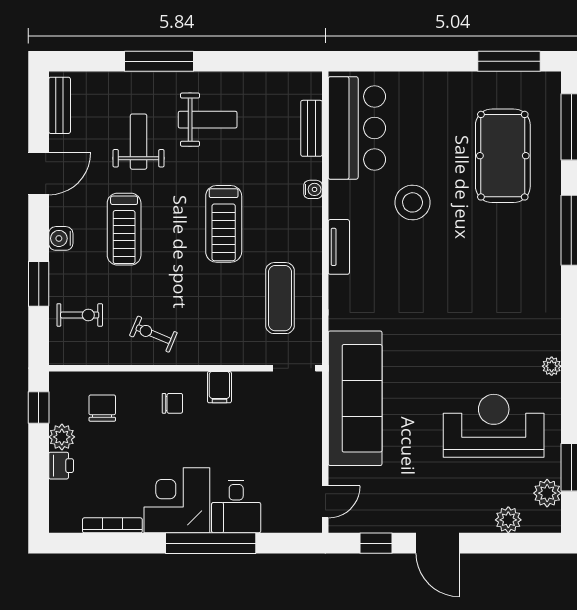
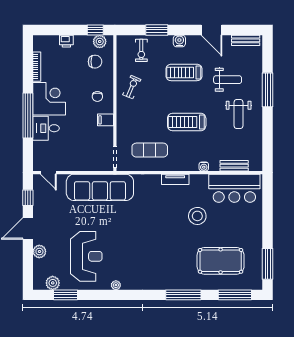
plant: (62, 437) -> (100, 42), moved
plant: (508, 520) -> (39, 252), moved

